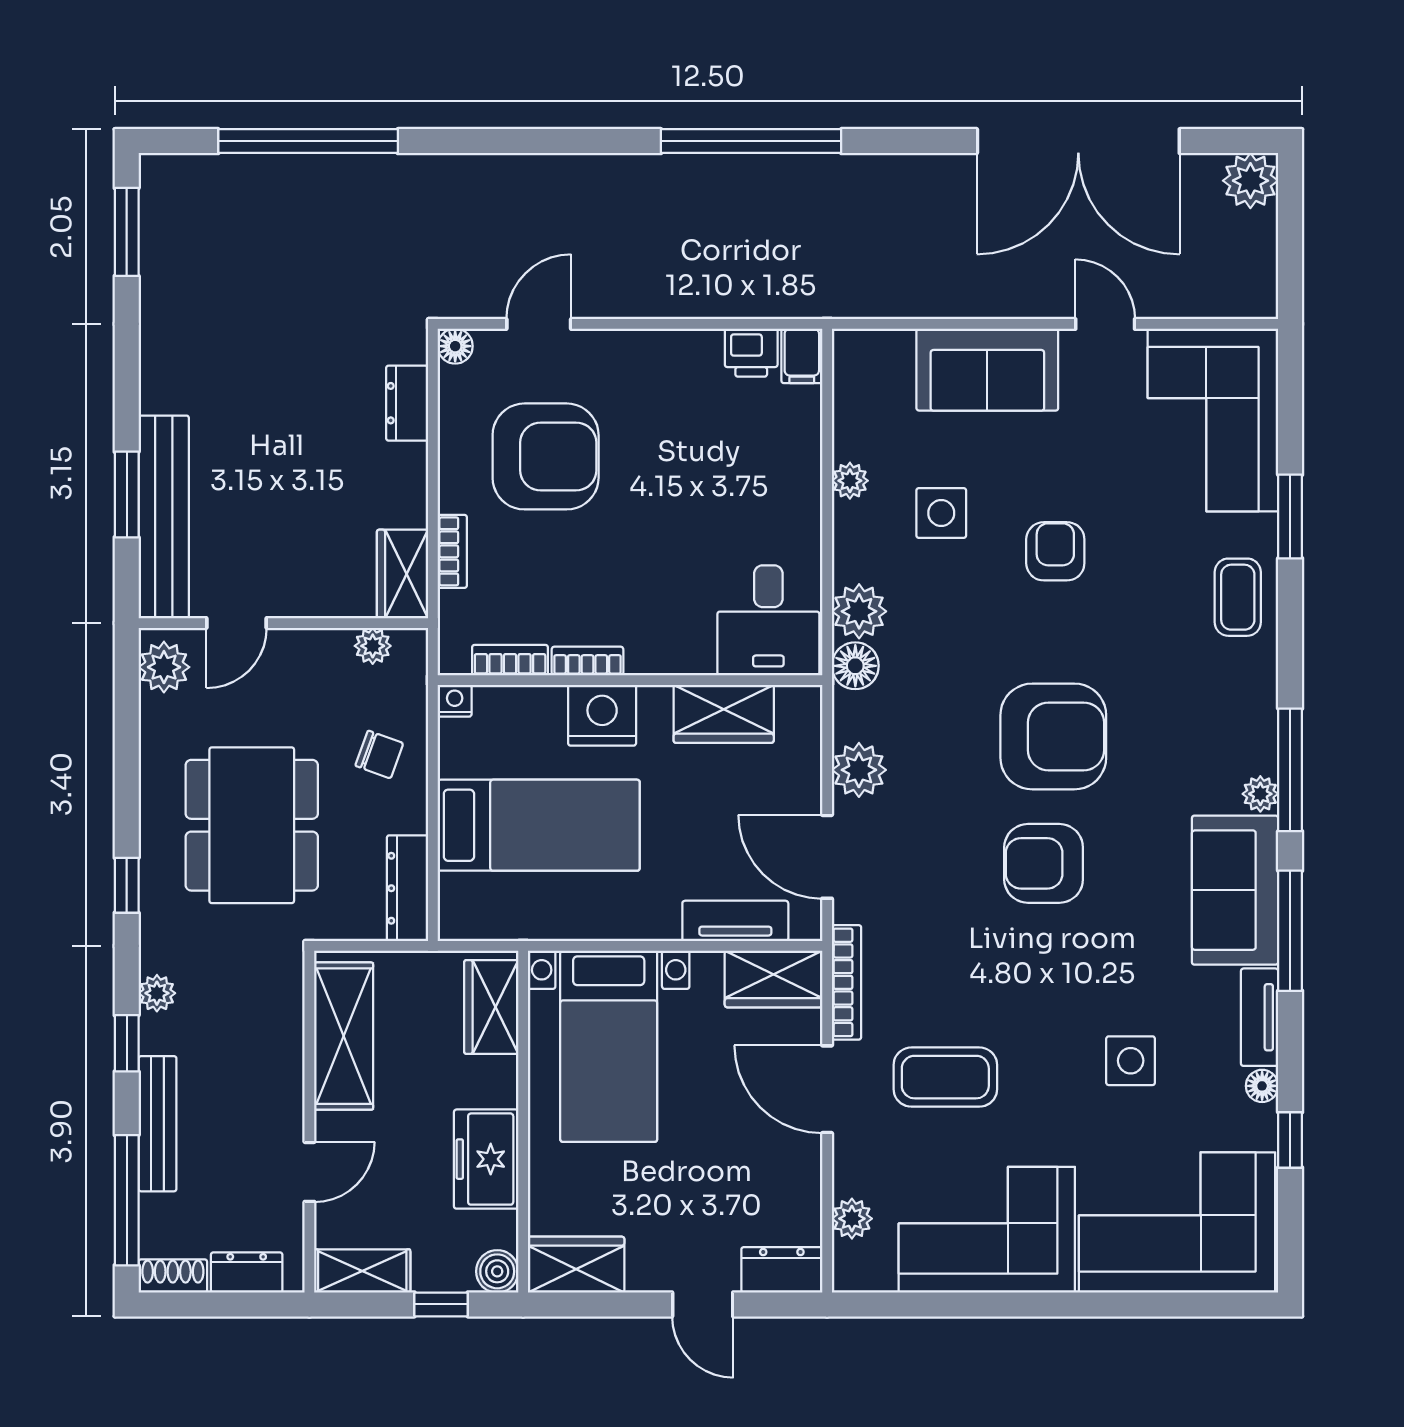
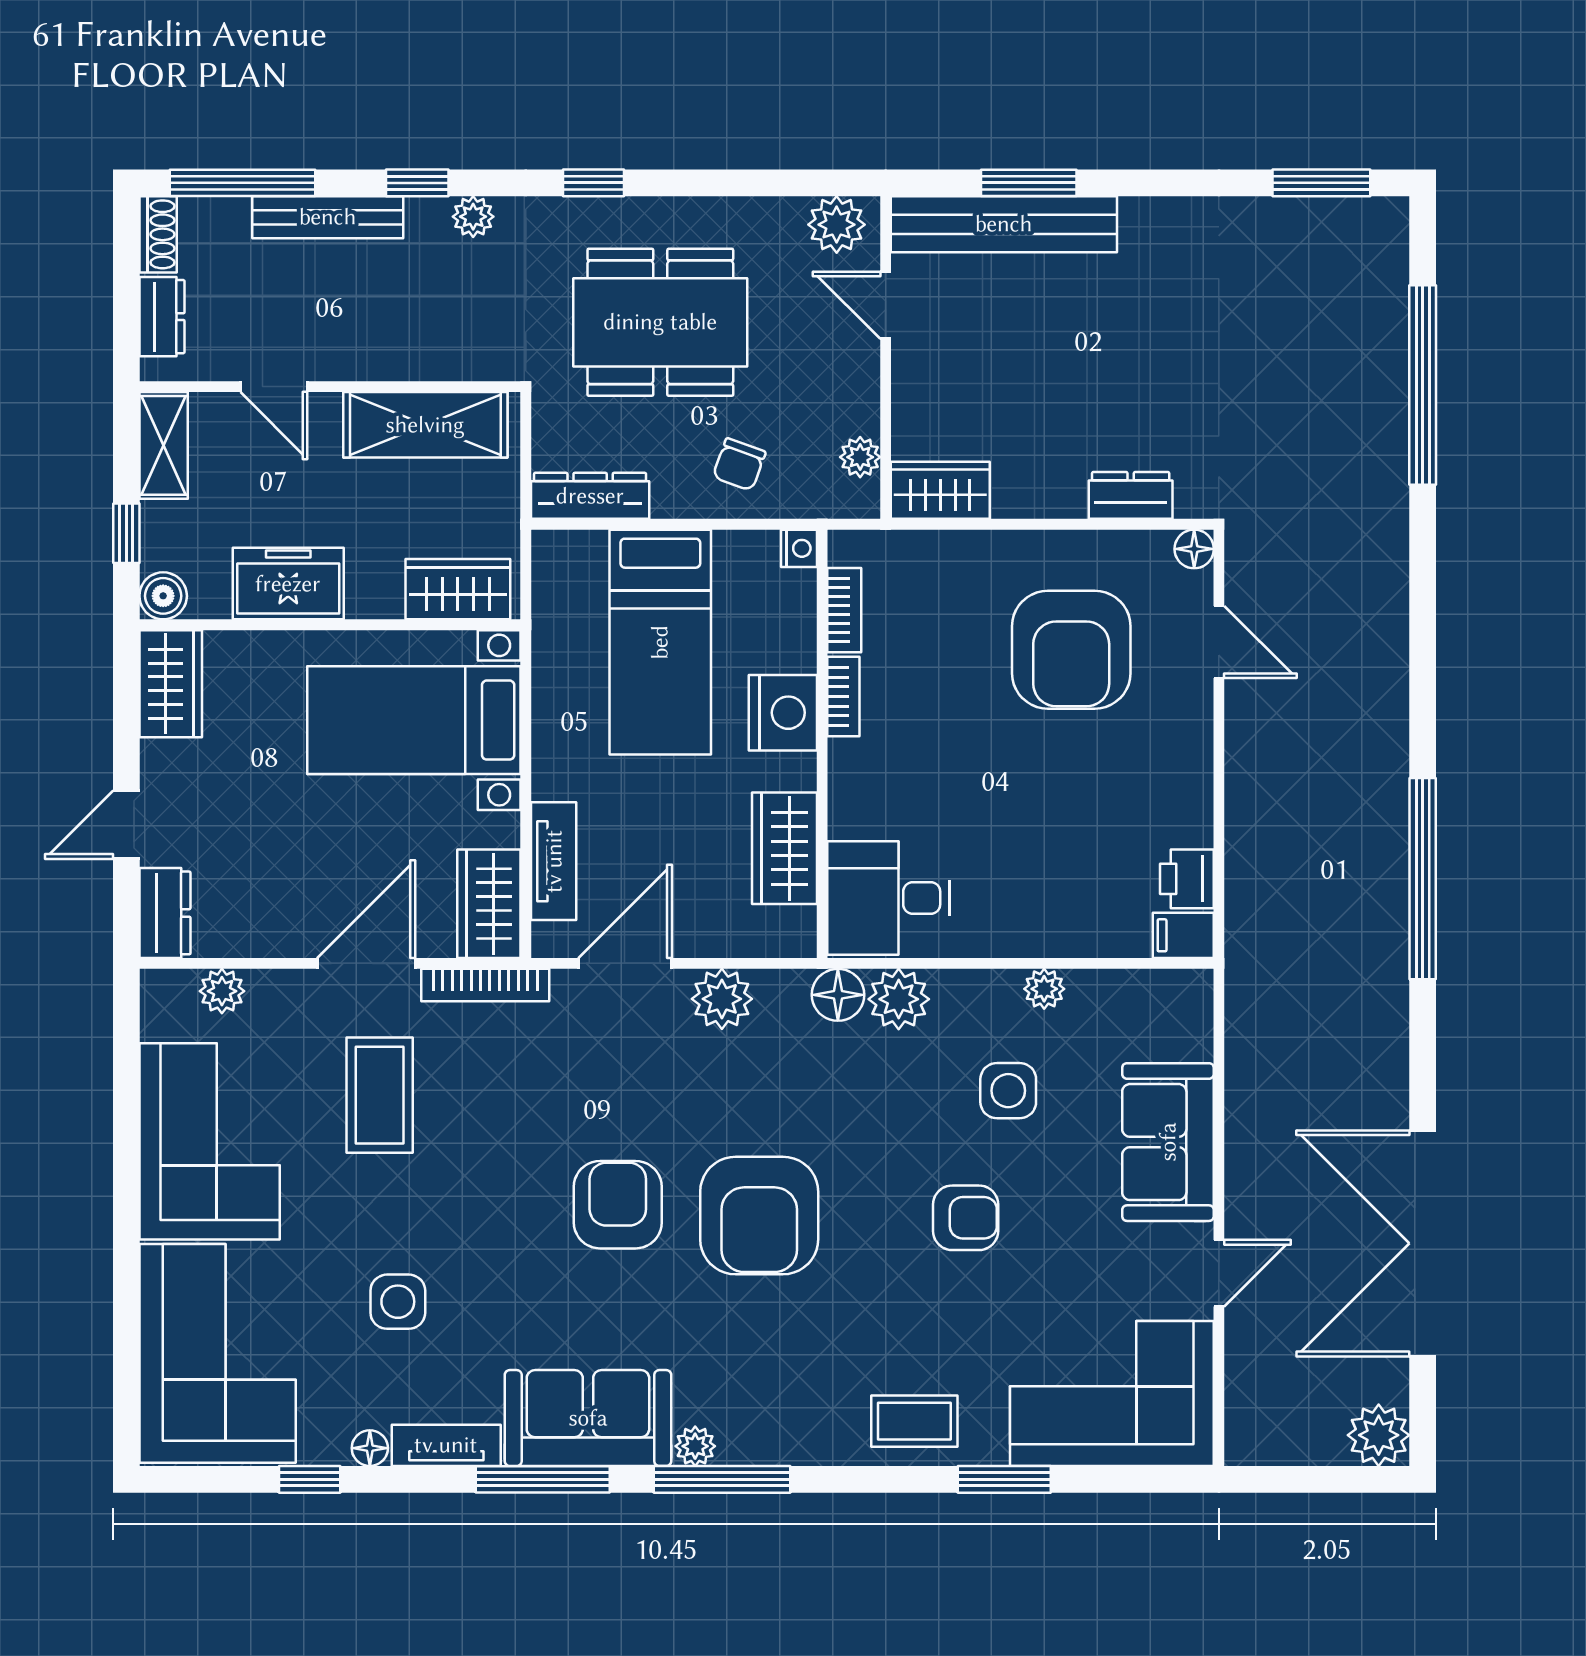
bookcase: (452, 551) -> (965, 546), removed

